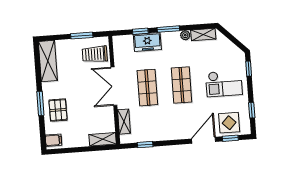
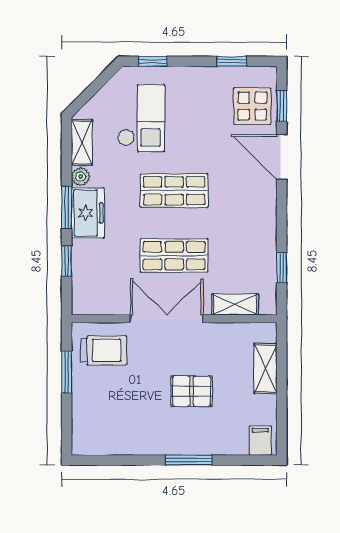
freezer: (147, 42) -> (88, 213), moved
trolley: (95, 54) -> (104, 350), turned -90
shelving: (48, 61) -> (110, 440), removed
checkout: (224, 84) -> (141, 118), moved
double door: (114, 86) -> (167, 319), swing flipped
pallet: (58, 110) -> (192, 391), moved
shelving: (103, 139) -> (265, 368), moved

